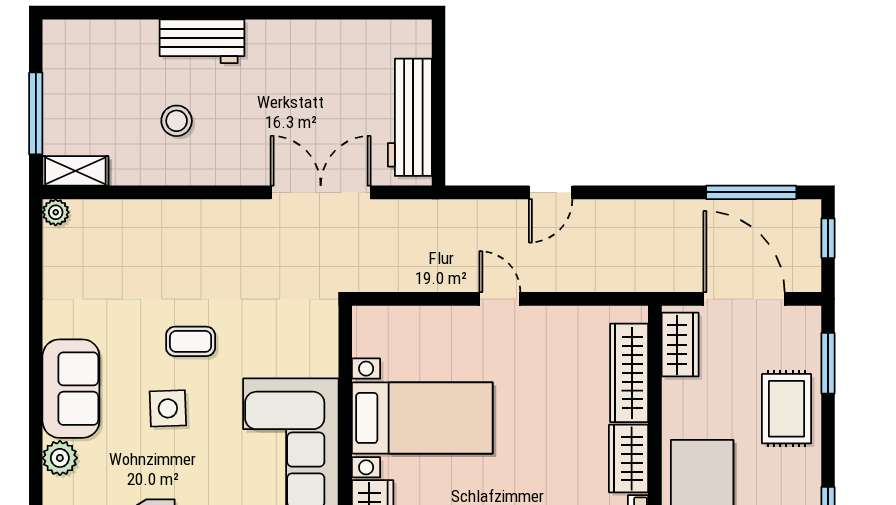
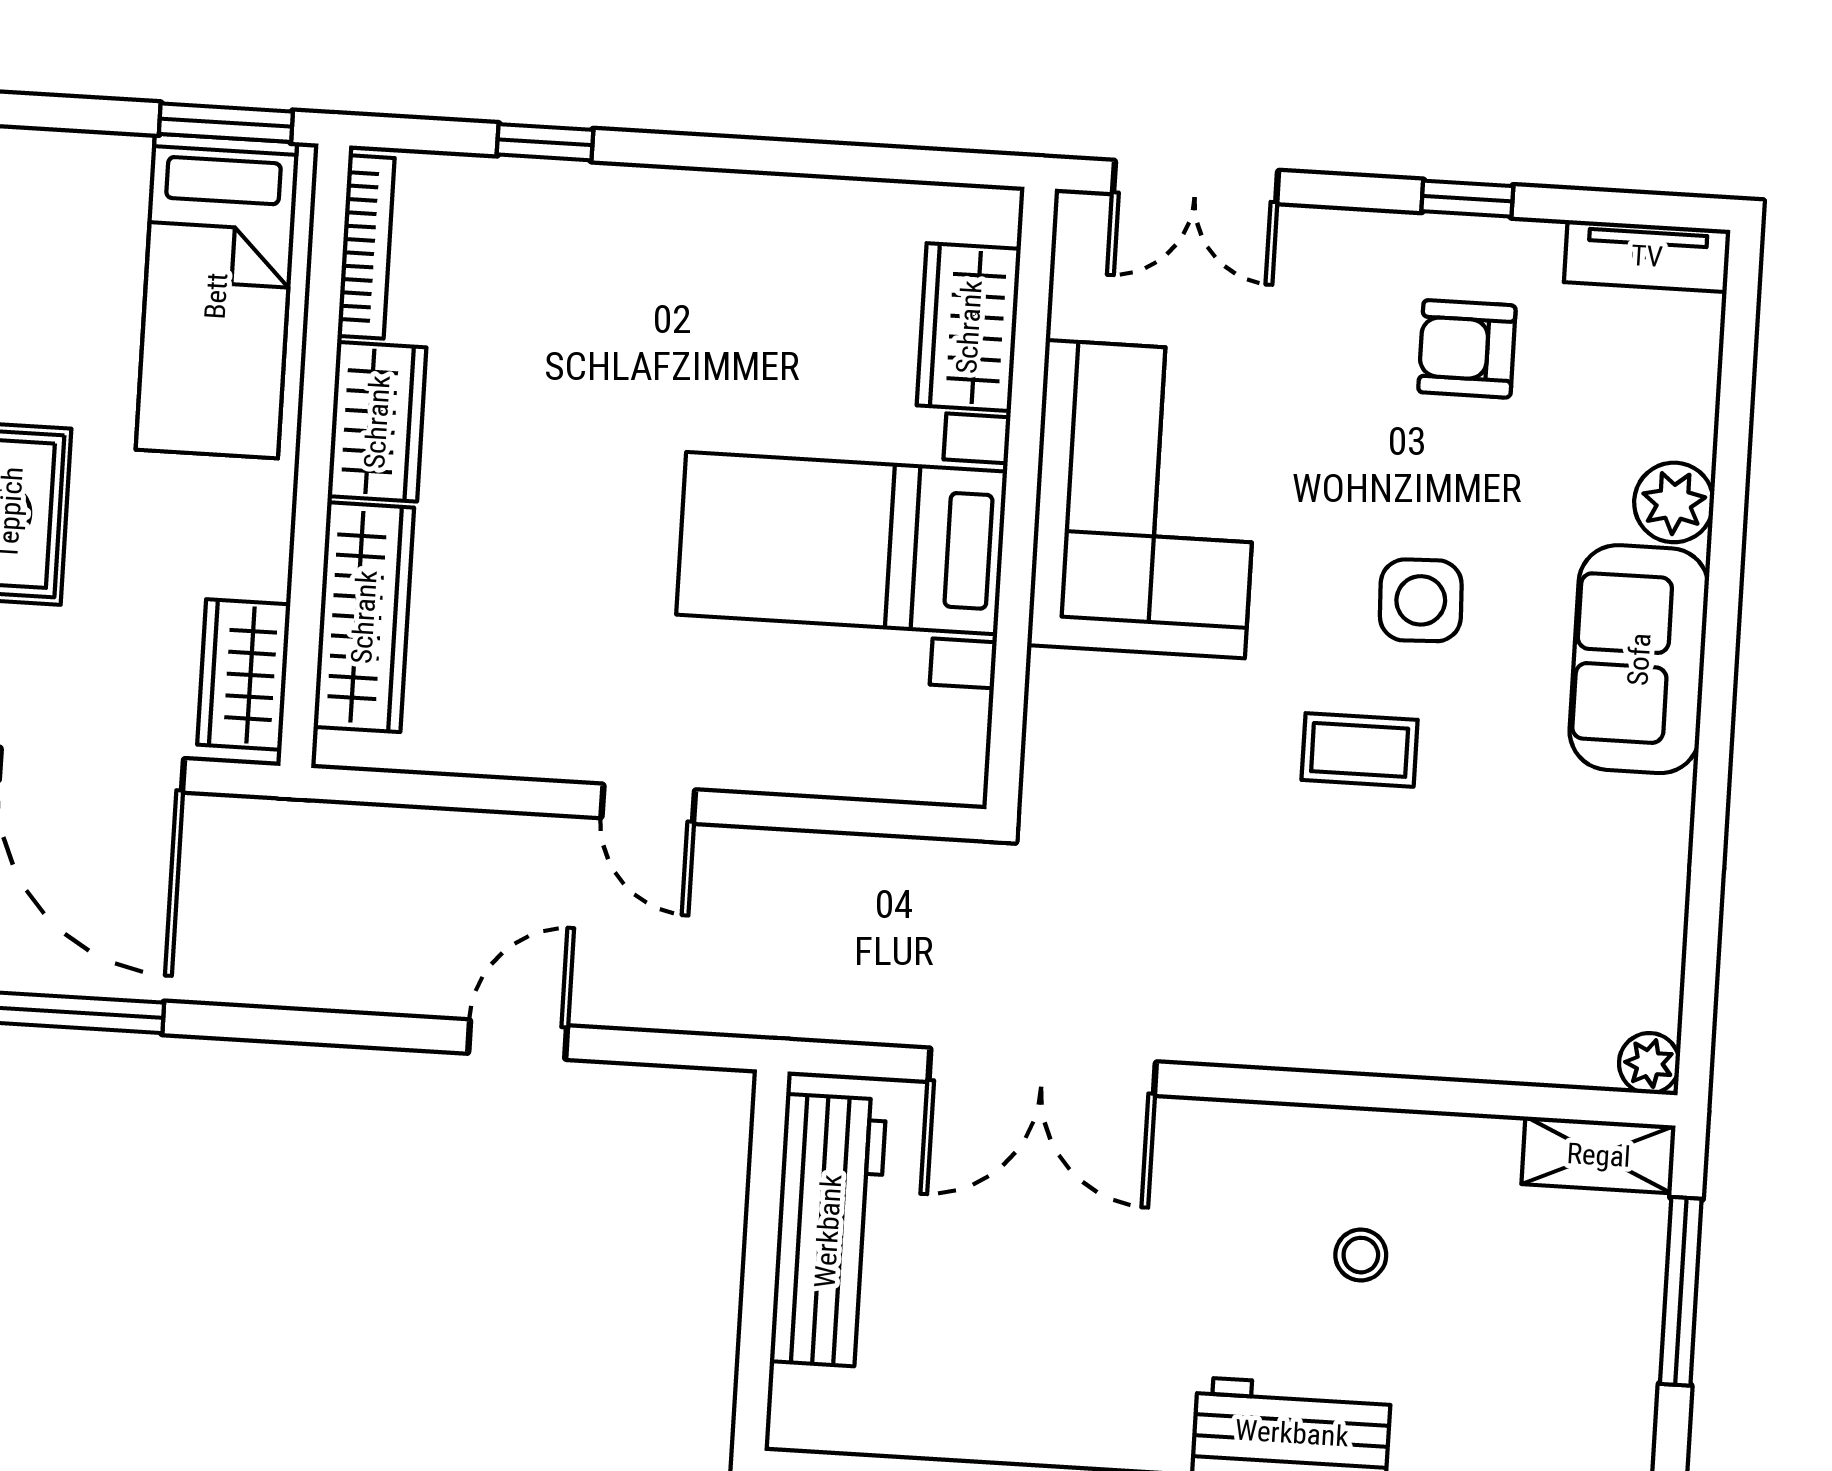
stool: (177, 121) -> (1361, 1255), width x0.73, depth x0.73

